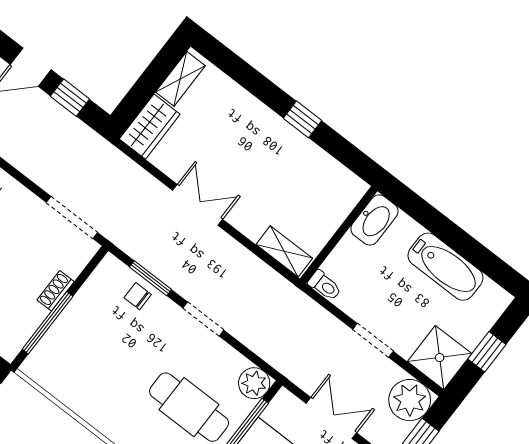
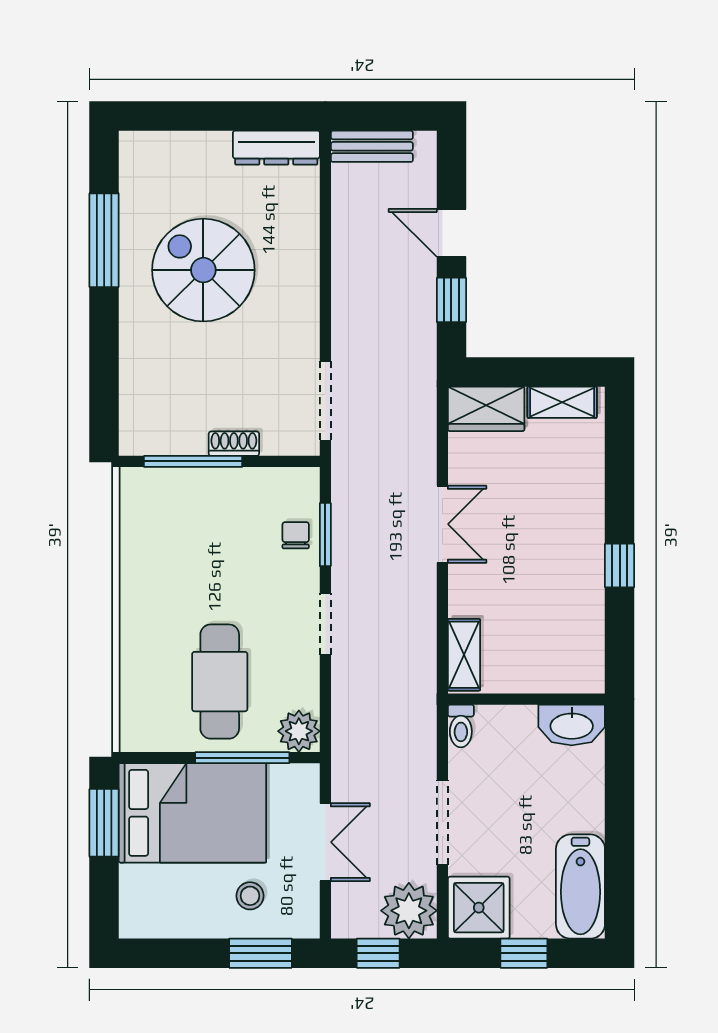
bathtub: (445, 267) -> (580, 887), moved
doorway: (373, 340) -> (442, 823), width x1.38

